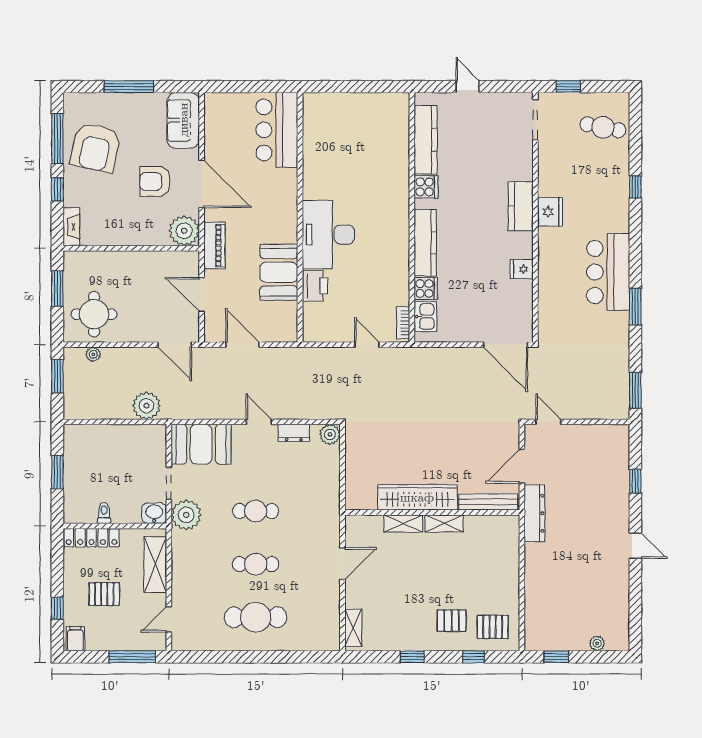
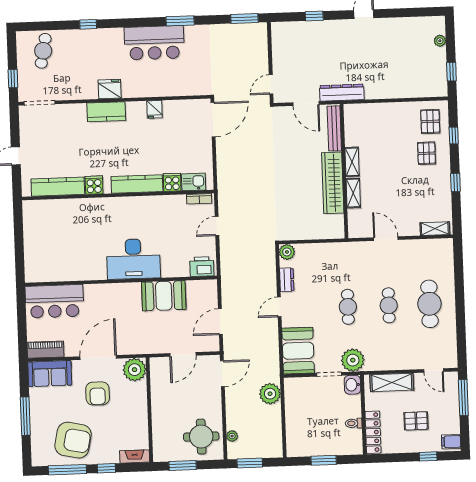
piano: (215, 245) -> (45, 350), moved
printer: (315, 286) -> (202, 267), moved
pallet: (104, 594) -> (416, 421), turned 90

